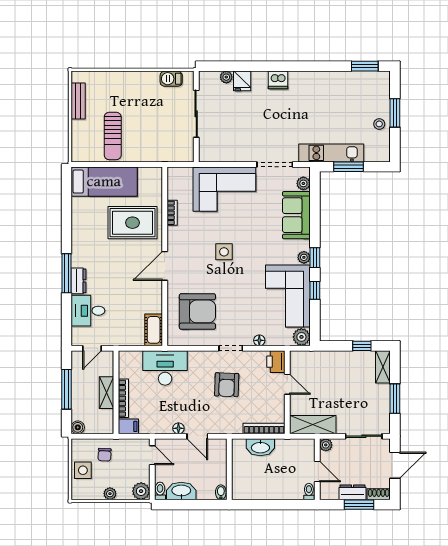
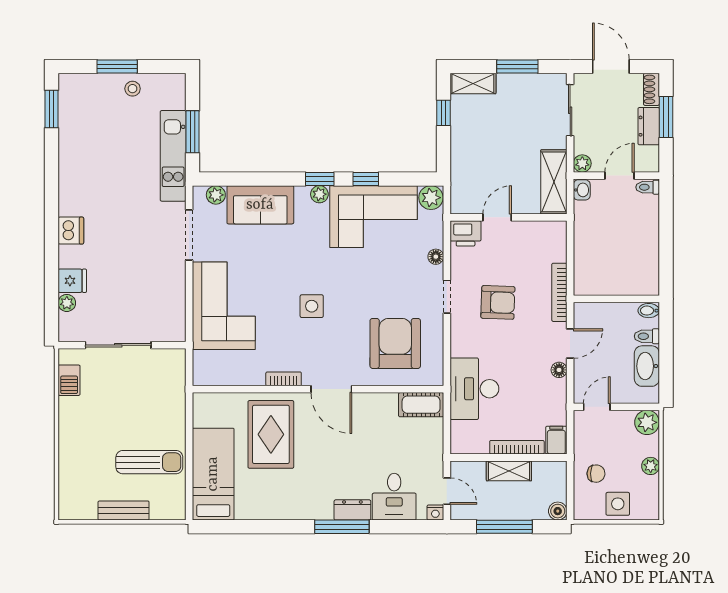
bench: (78, 101) -> (124, 511), moved
bookcase: (172, 213) -> (284, 379), moved
nightstand: (77, 340) -> (435, 513), added
bookcase: (264, 429) -> (559, 292), moved
washbasin: (260, 447) -> (582, 190), moved, width x0.52, depth x0.69
toilet: (160, 491) -> (647, 336), moved

